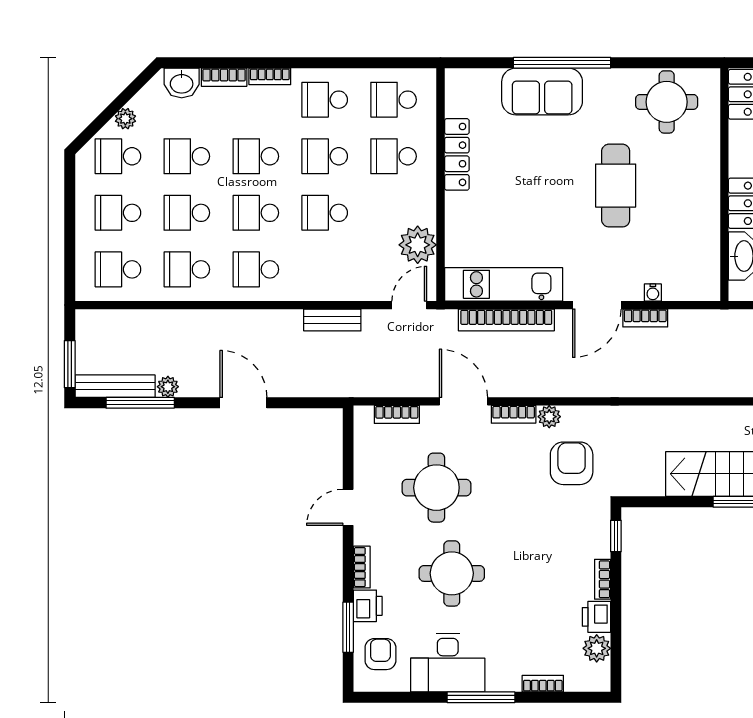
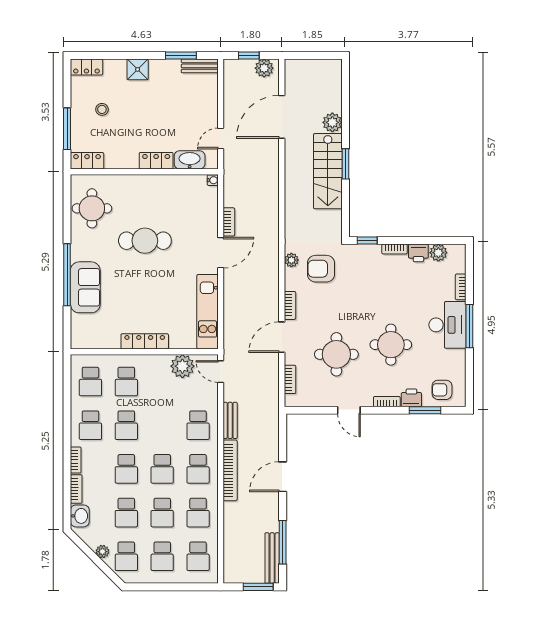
locker: (457, 154) -> (145, 341), moved
school desk: (325, 213) -> (198, 425), moved
water cooler: (653, 292) -> (213, 180), moved
door: (597, 305) -> (221, 253), hinge flipped
bookcase: (506, 320) -> (230, 470), moved
plant: (168, 387) -> (272, 525), removed
plant: (549, 417) -> (291, 260), moved
desk: (448, 663) -> (447, 325), moved

